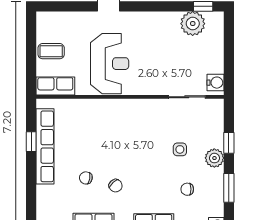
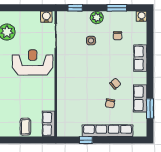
reception desk: (110, 64) -> (33, 62), moved
window: (229, 143) -> (75, 8), moved
row of seats: (45, 146) -> (108, 131), moved

